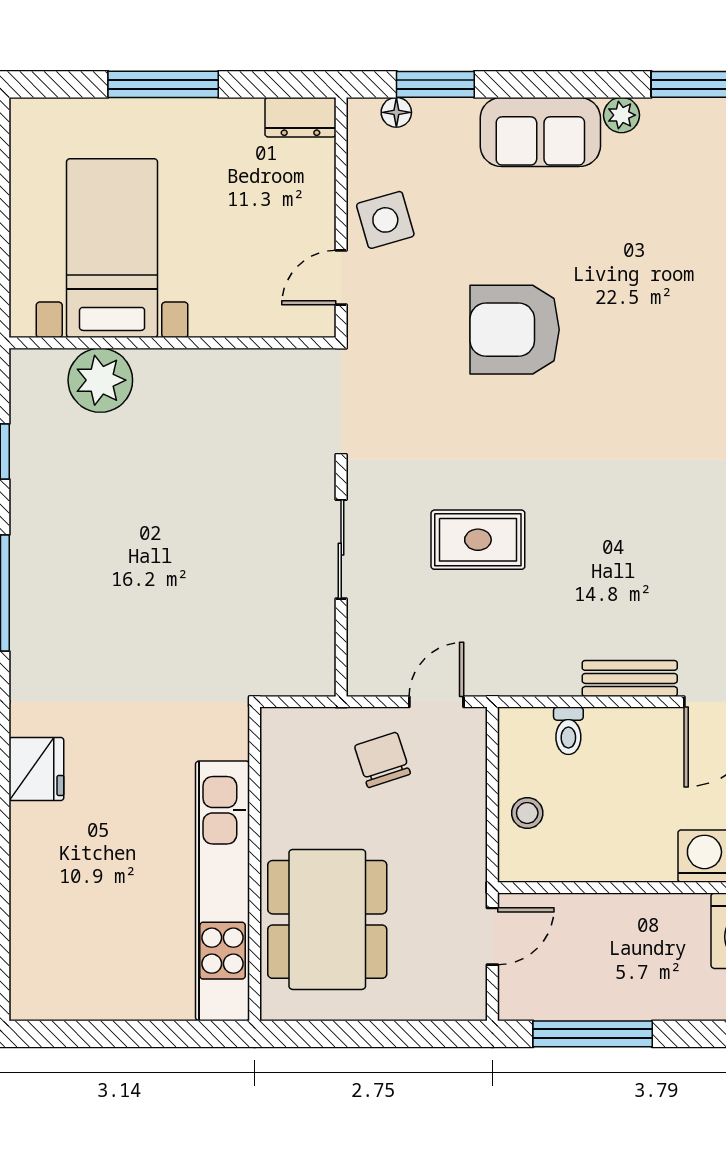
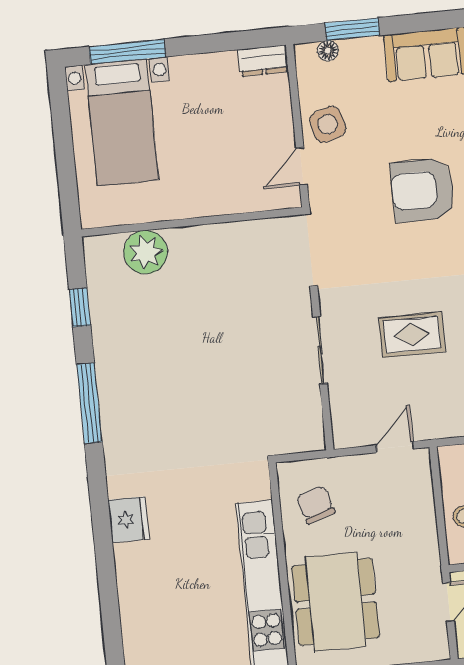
window: (163, 84) -> (127, 52), moved
bed with nightstands: (112, 248) -> (122, 122), moved, turned 180
chair: (382, 760) -> (316, 505), moved

